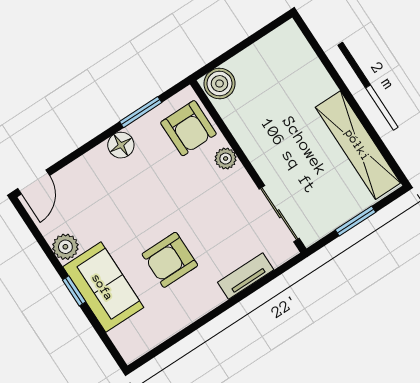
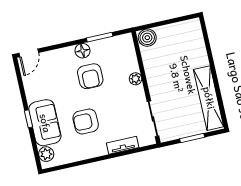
armchair: (188, 128) -> (90, 76), moved
plant: (65, 247) -> (46, 154), moved

